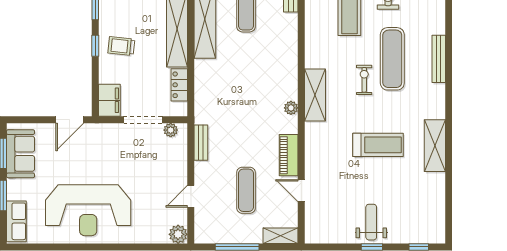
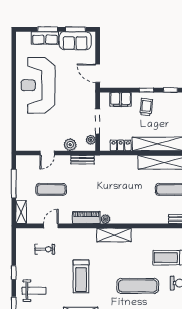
exercise bike: (364, 80) -> (45, 249), moved
filing cabinet: (109, 100) -> (121, 99), moved
piano: (289, 155) -> (86, 218), moved
door: (191, 196) -> (47, 153), swing flipped
row of seats: (16, 221) -> (45, 38), moved
weight bench: (371, 222) -> (34, 291), moved
plant: (178, 234) -> (70, 145), moved

